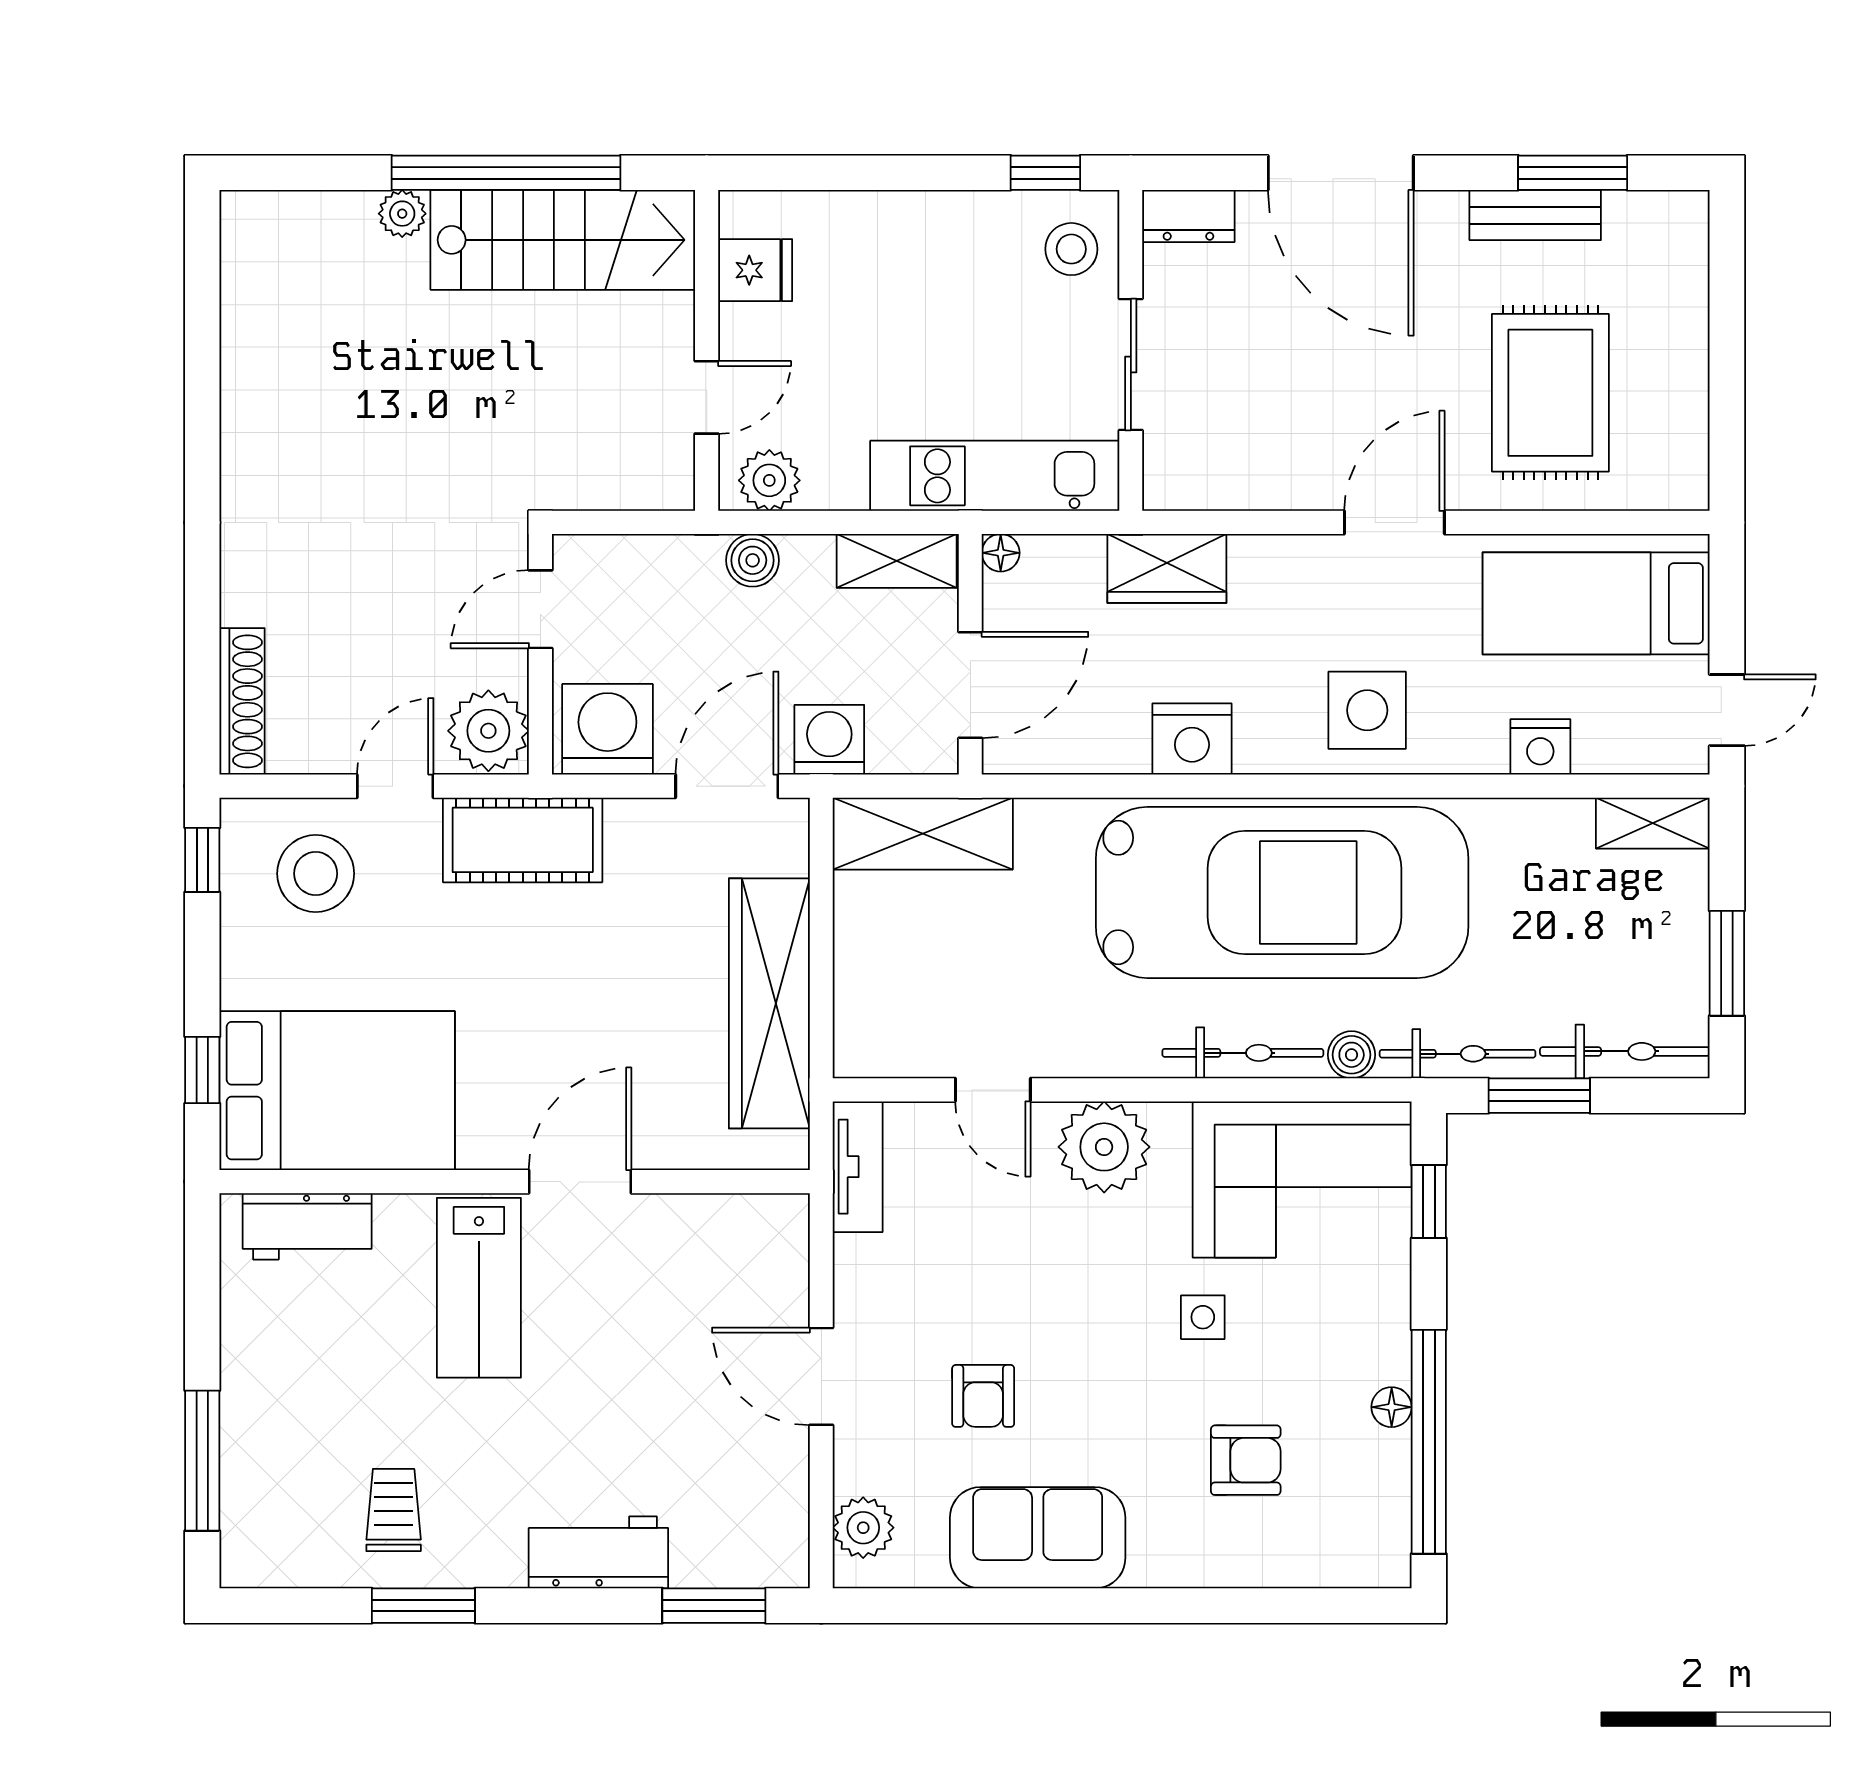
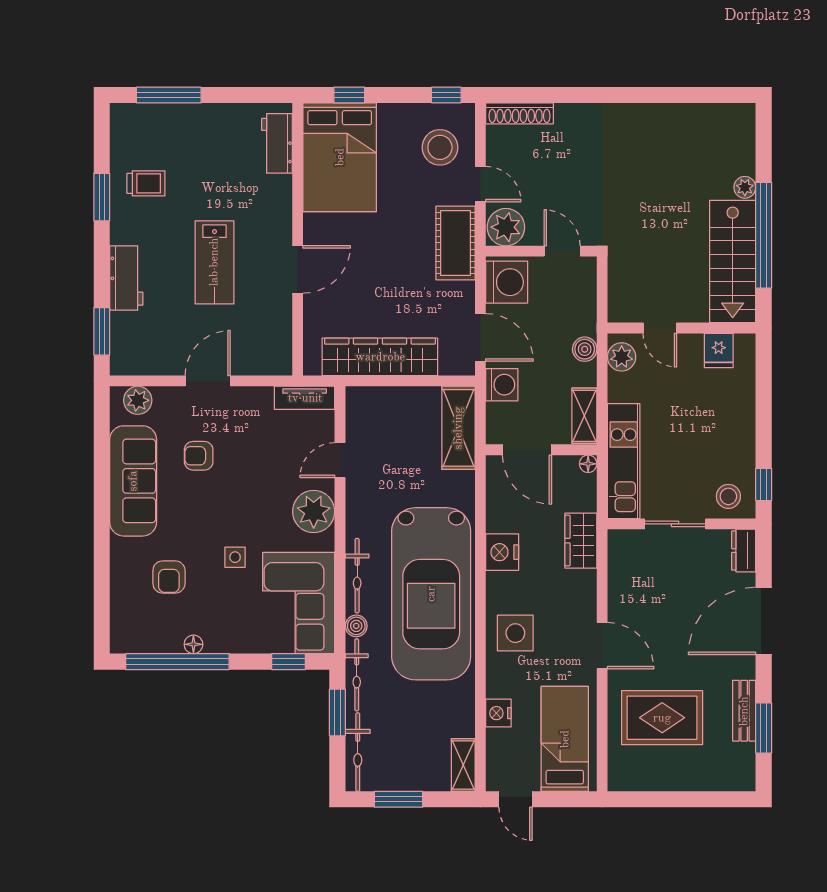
door: (580, 1182) -> (298, 269), hinge flipped
lab bench: (479, 1288) -> (214, 262), moved, turned -90
sofa: (1038, 1538) -> (133, 481), width x1.36

